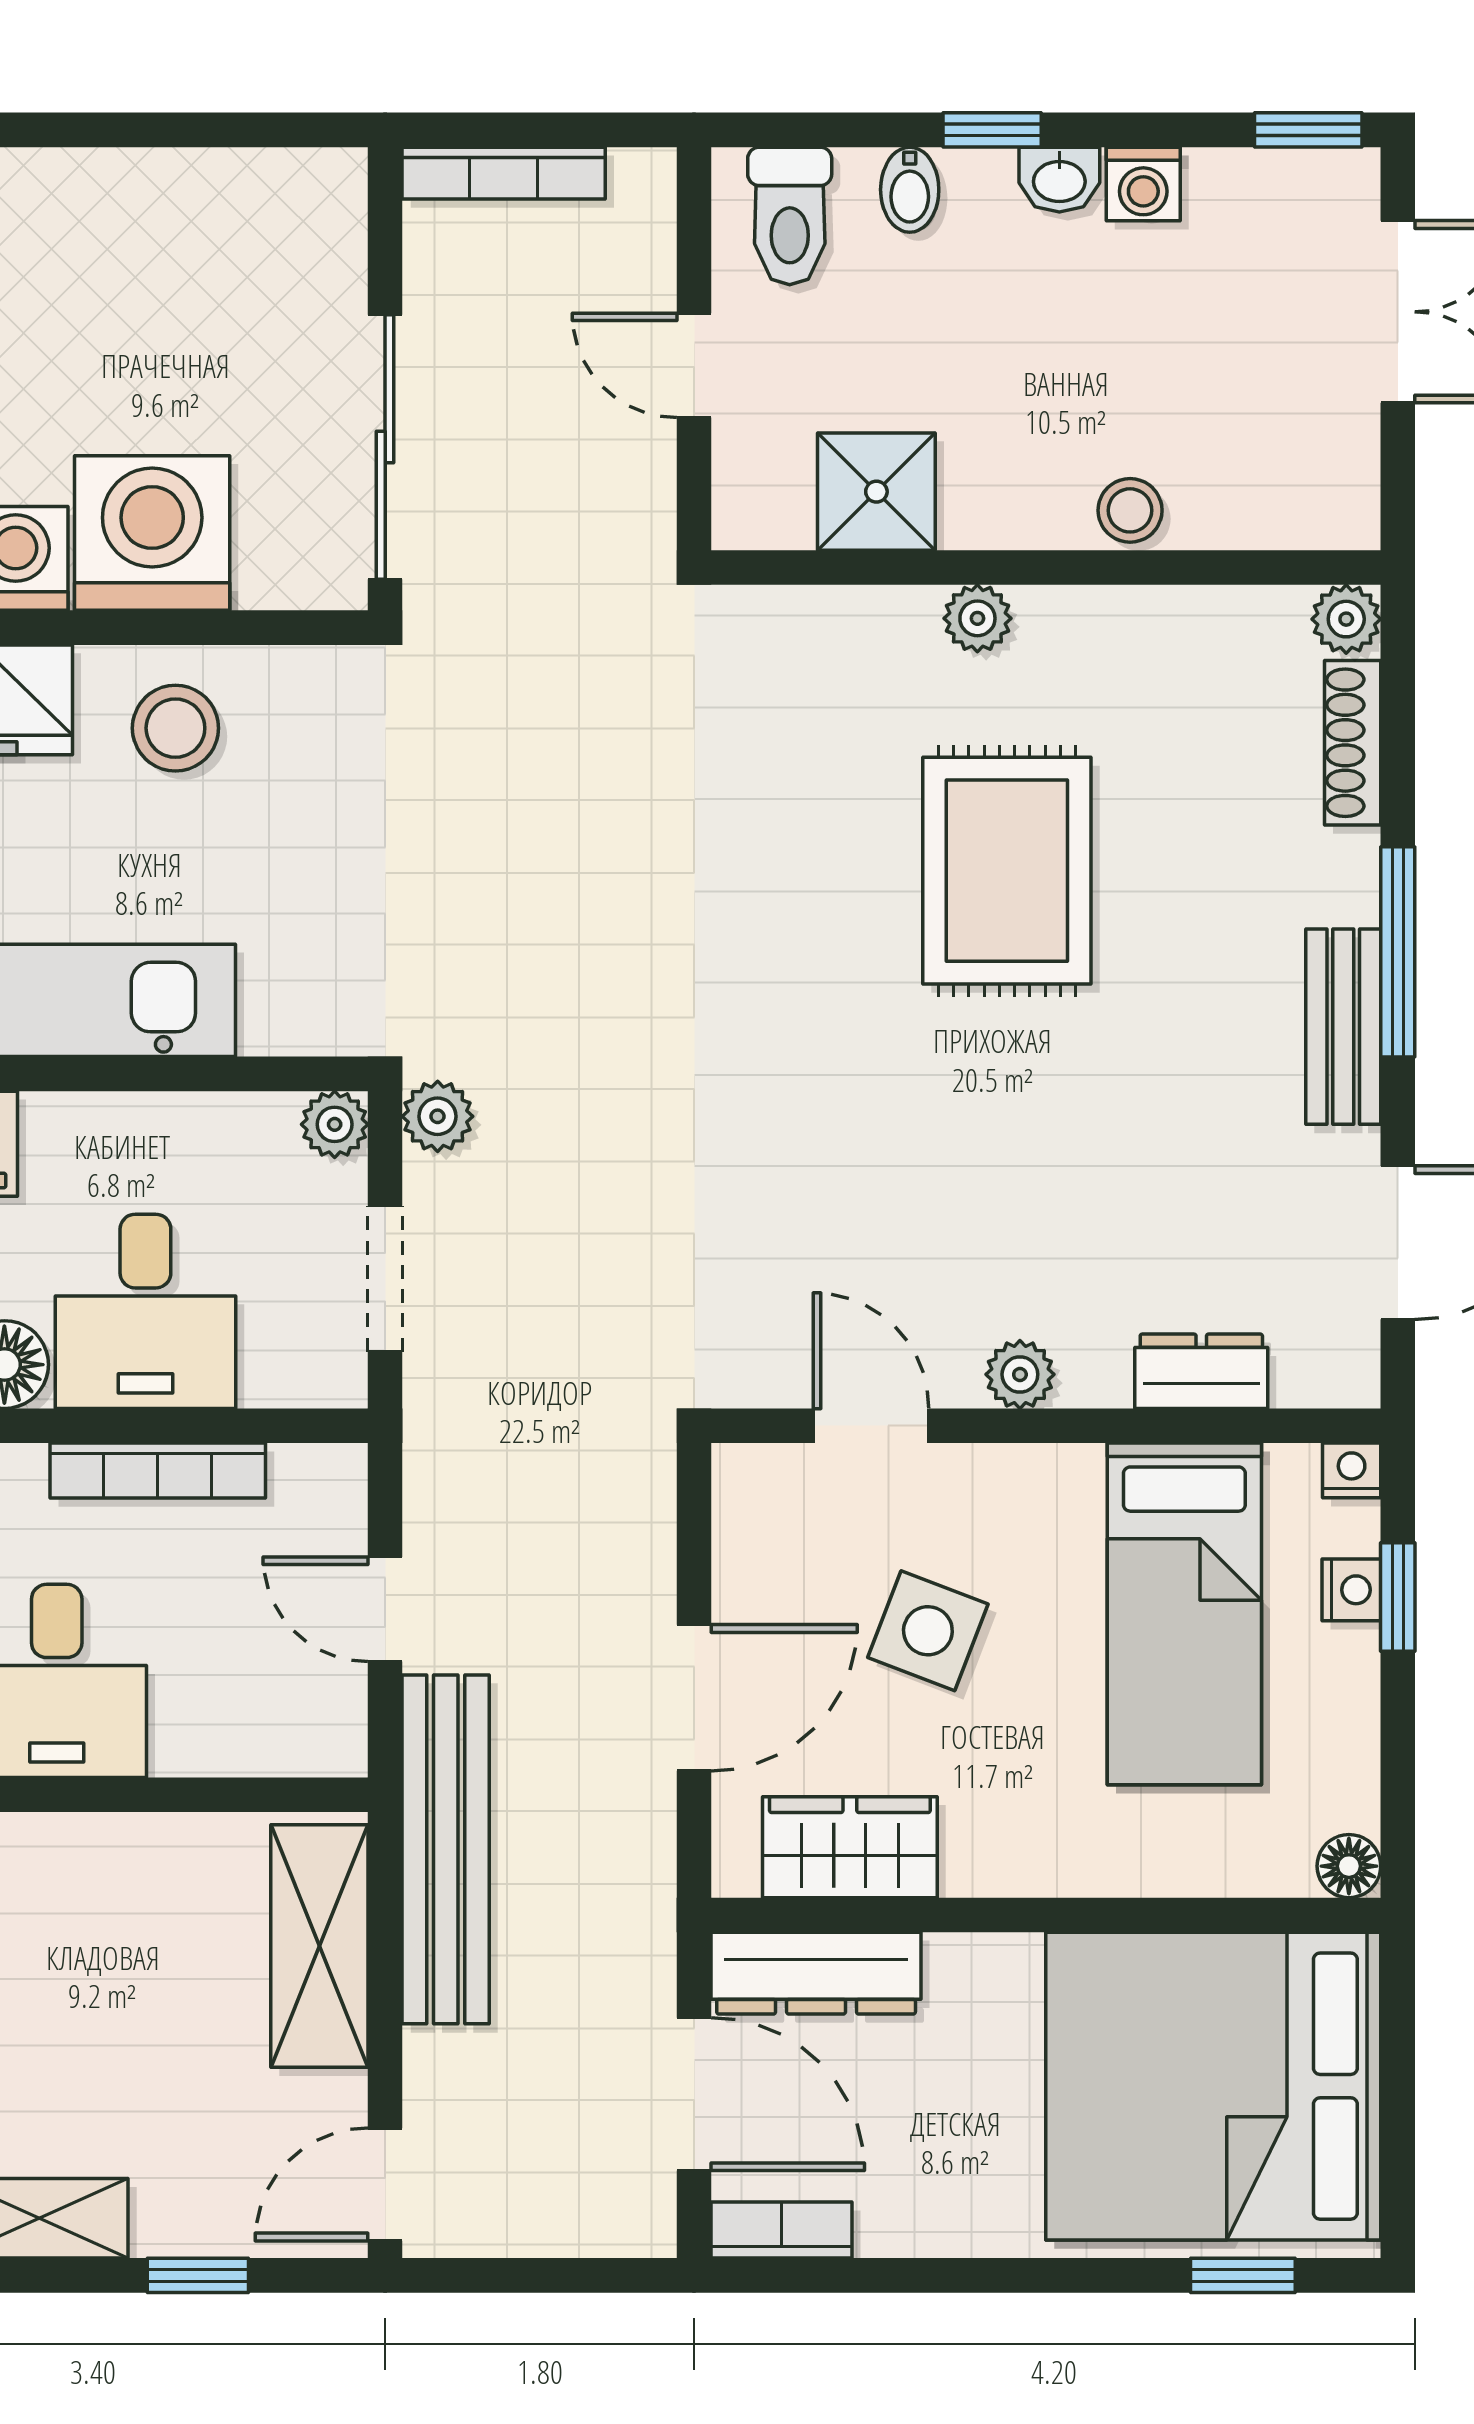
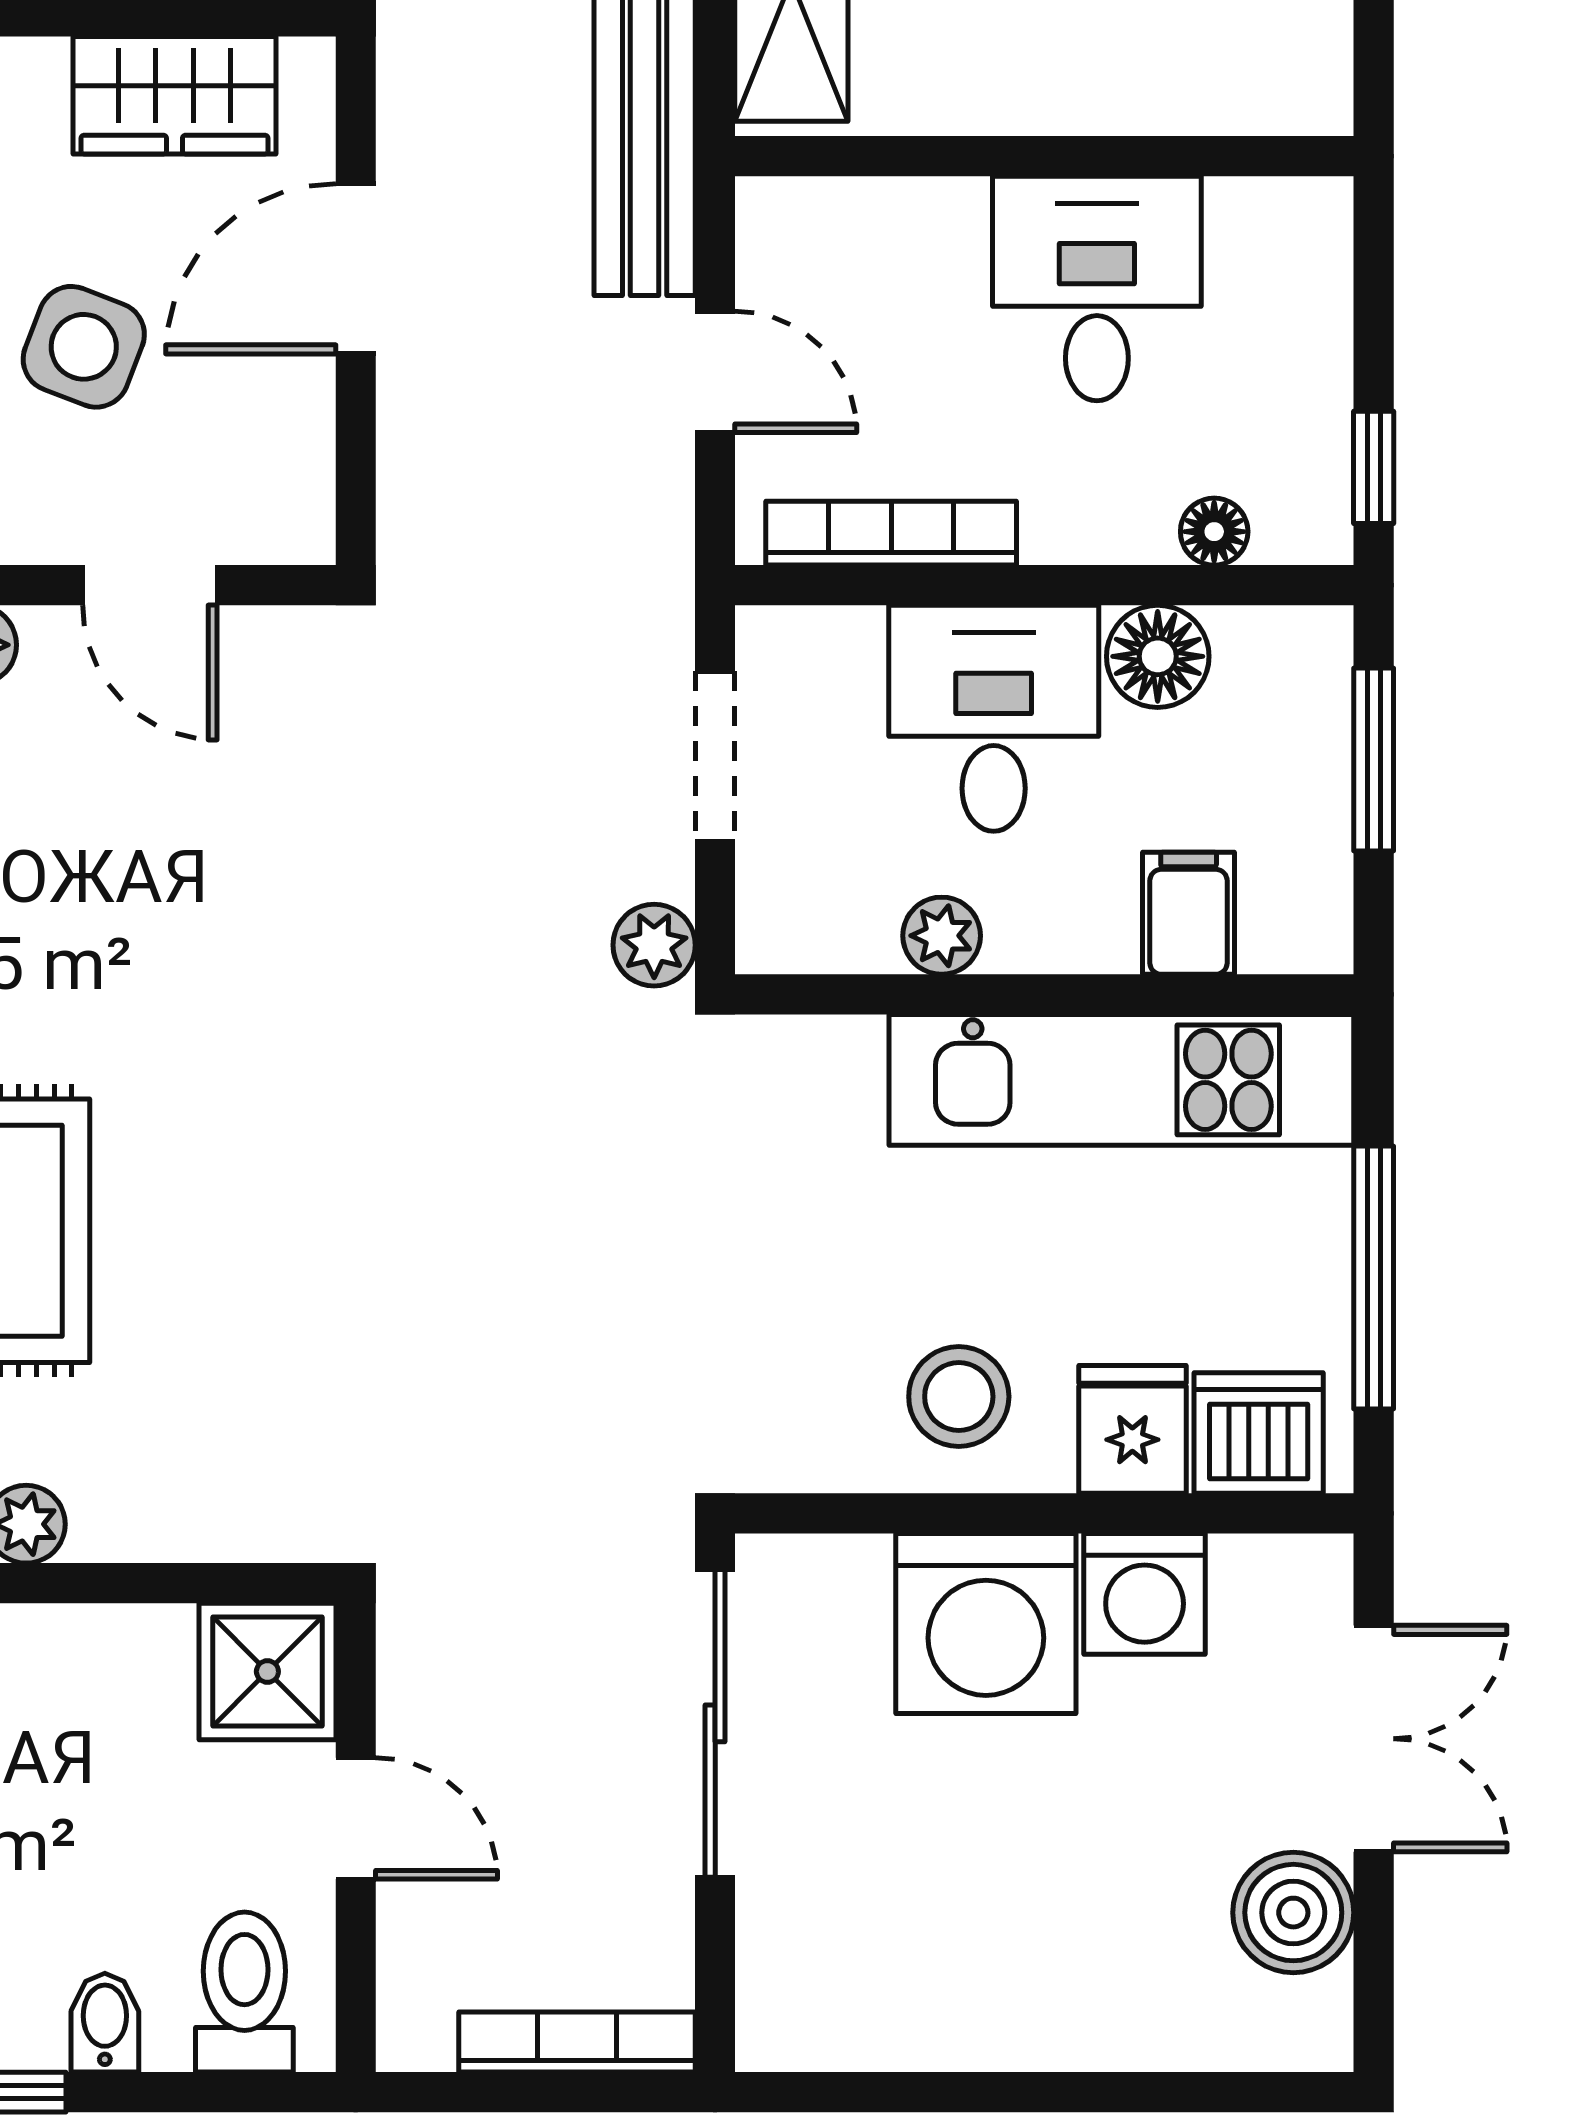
shower: (876, 492) -> (267, 1672), moved
plant: (335, 1124) -> (942, 936), moved
bookcase: (158, 1471) -> (891, 533), moved

